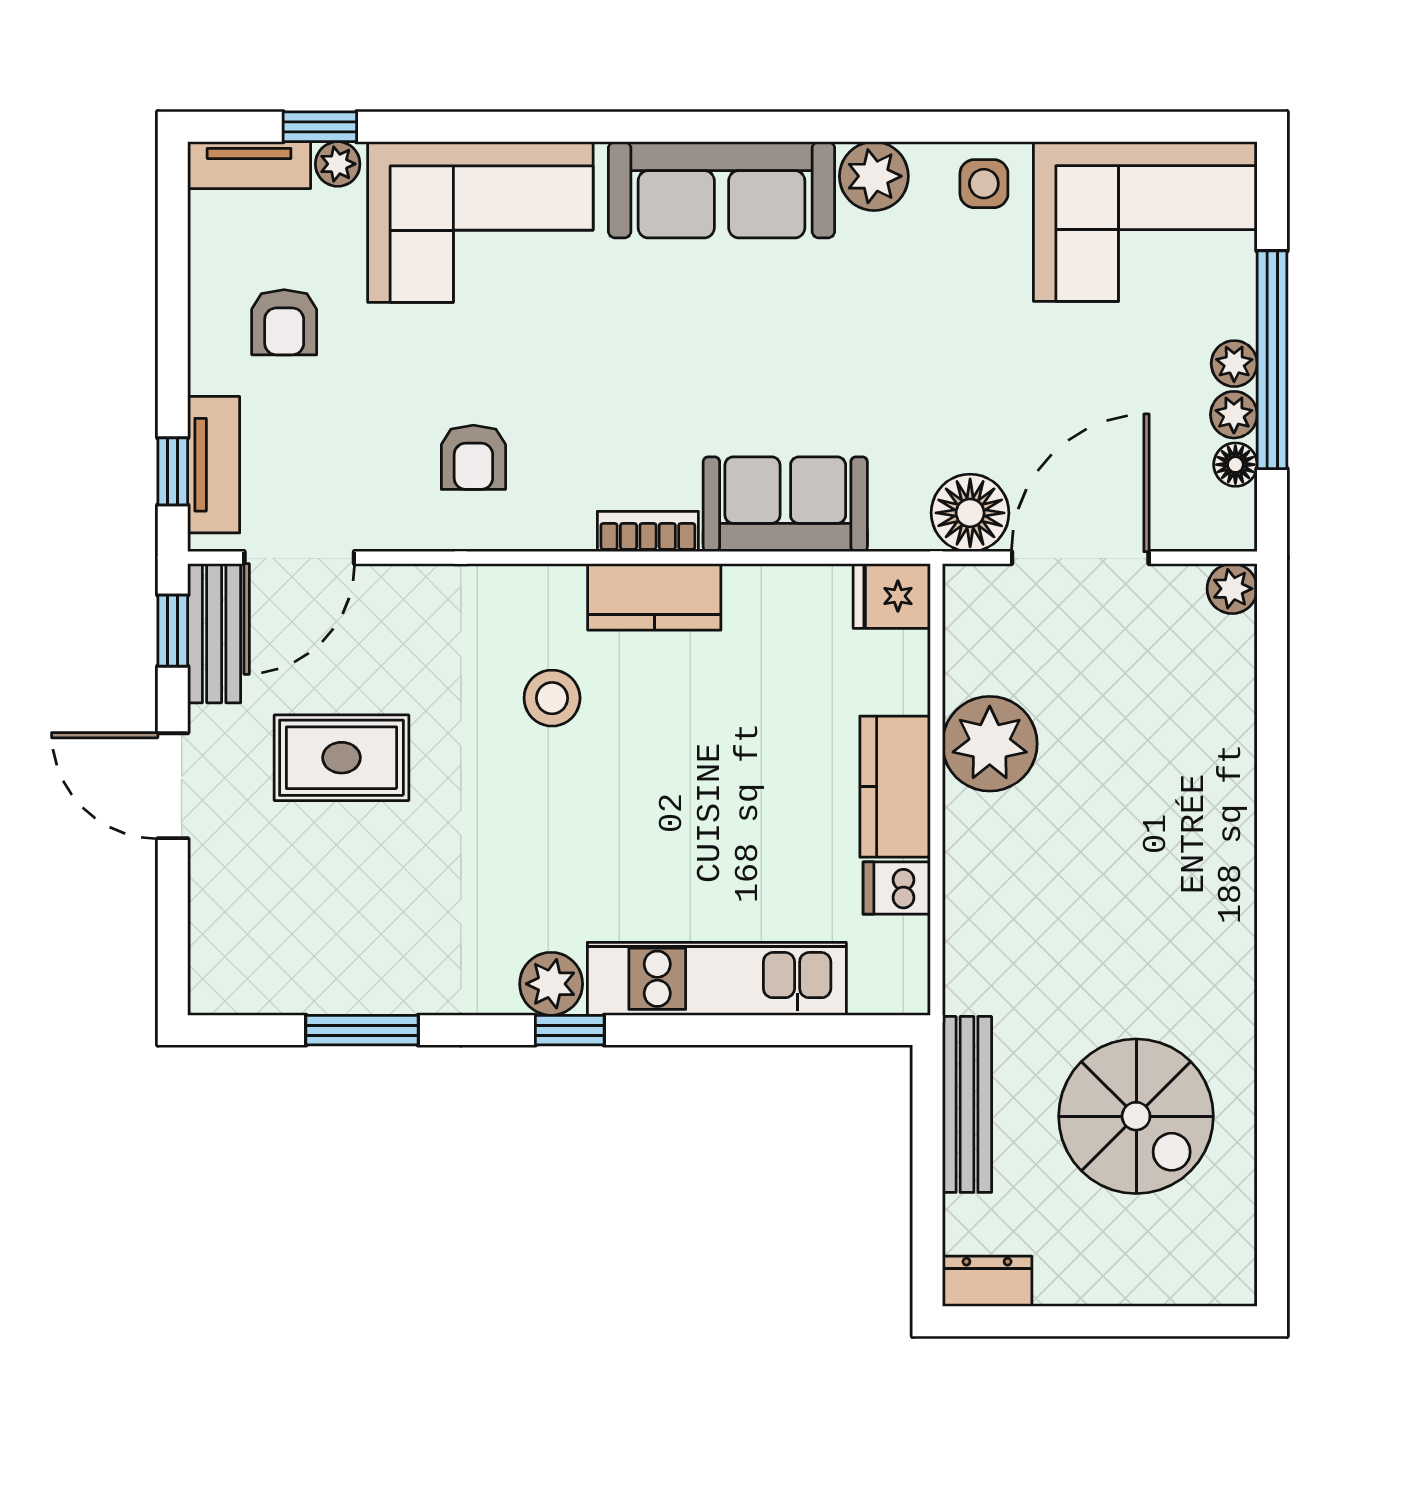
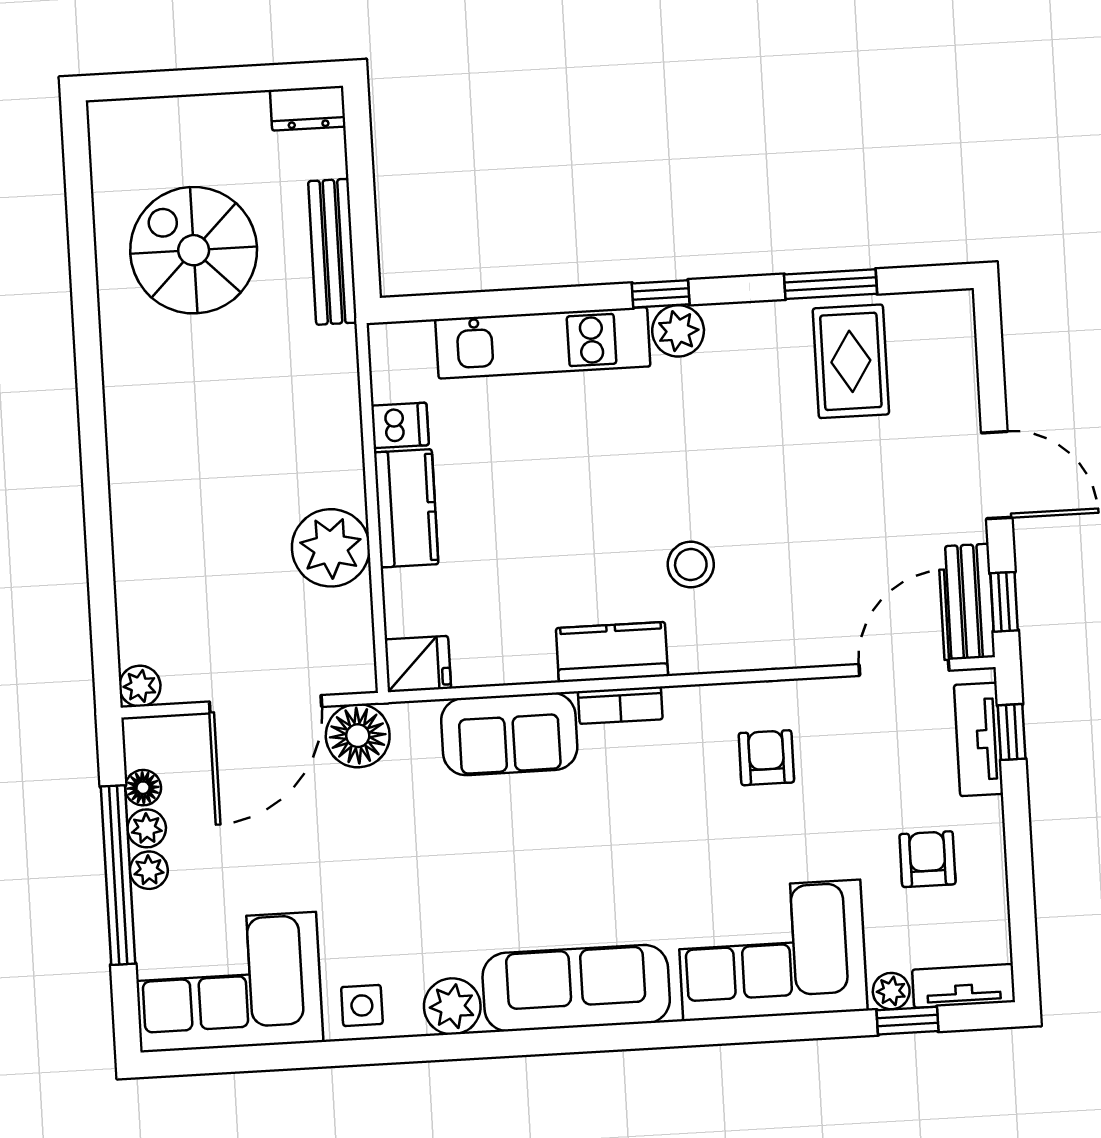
rug: (341, 758) -> (851, 361), moved, turned 90

